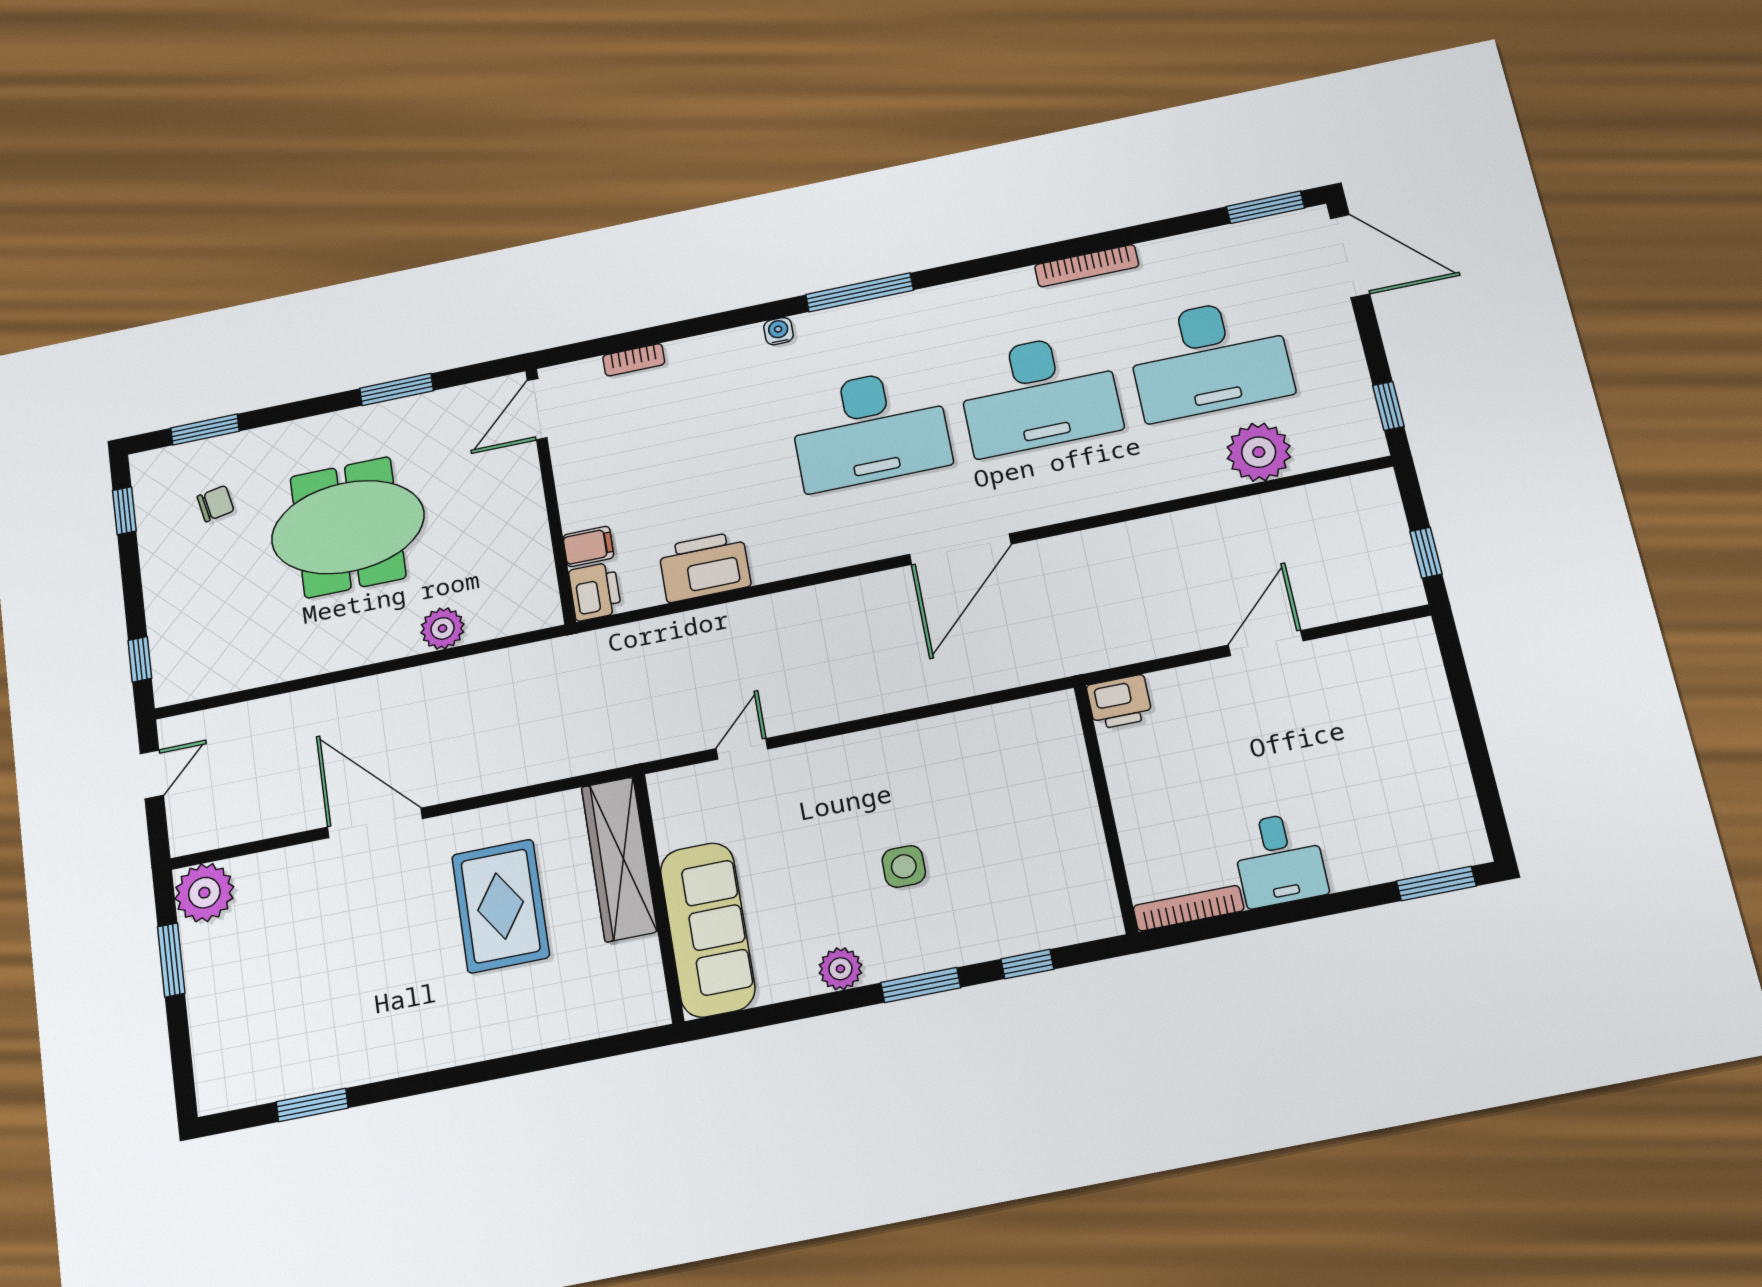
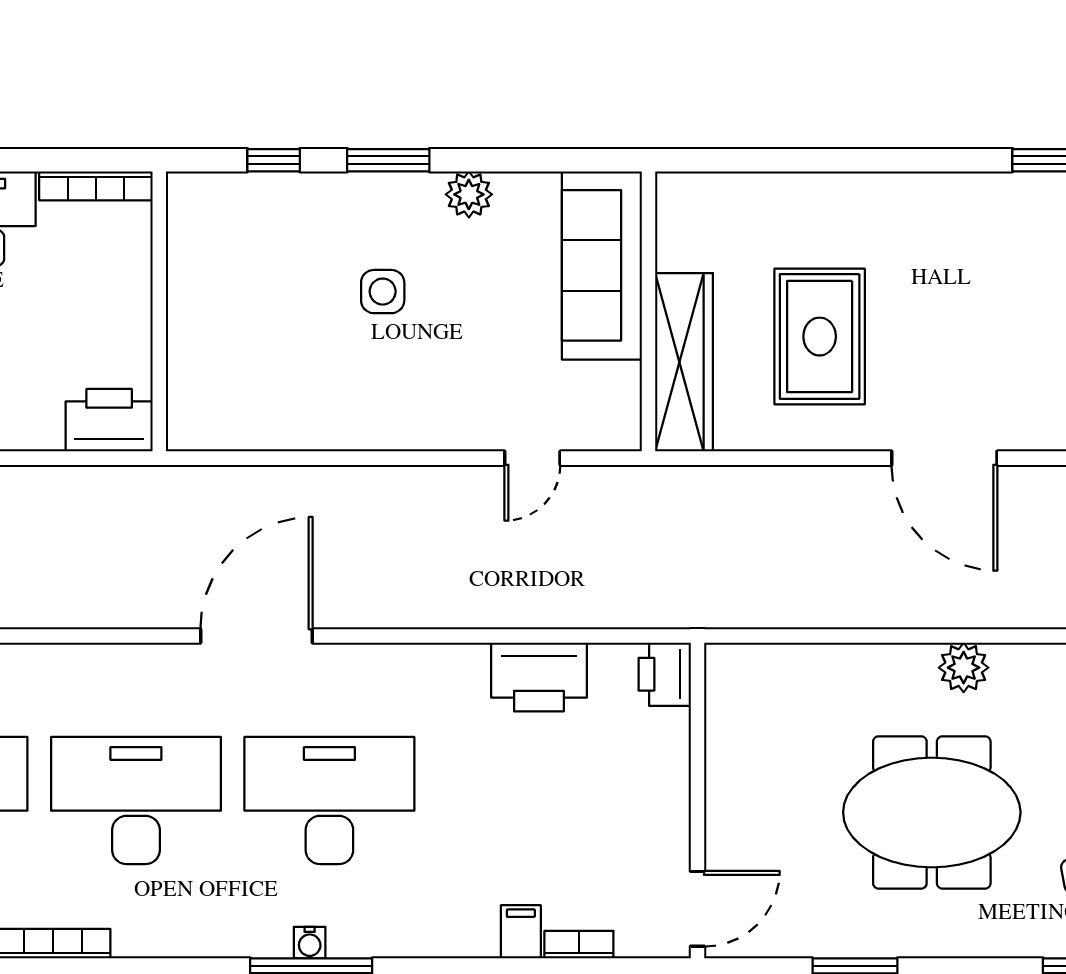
water cooler: (778, 331) -> (310, 943), moved
filing cabinet: (588, 546) -> (521, 932), moved, turned 90
plant: (443, 628) -> (964, 668), moved
printer: (1119, 702) -> (109, 420), width x1.37, depth x1.19

